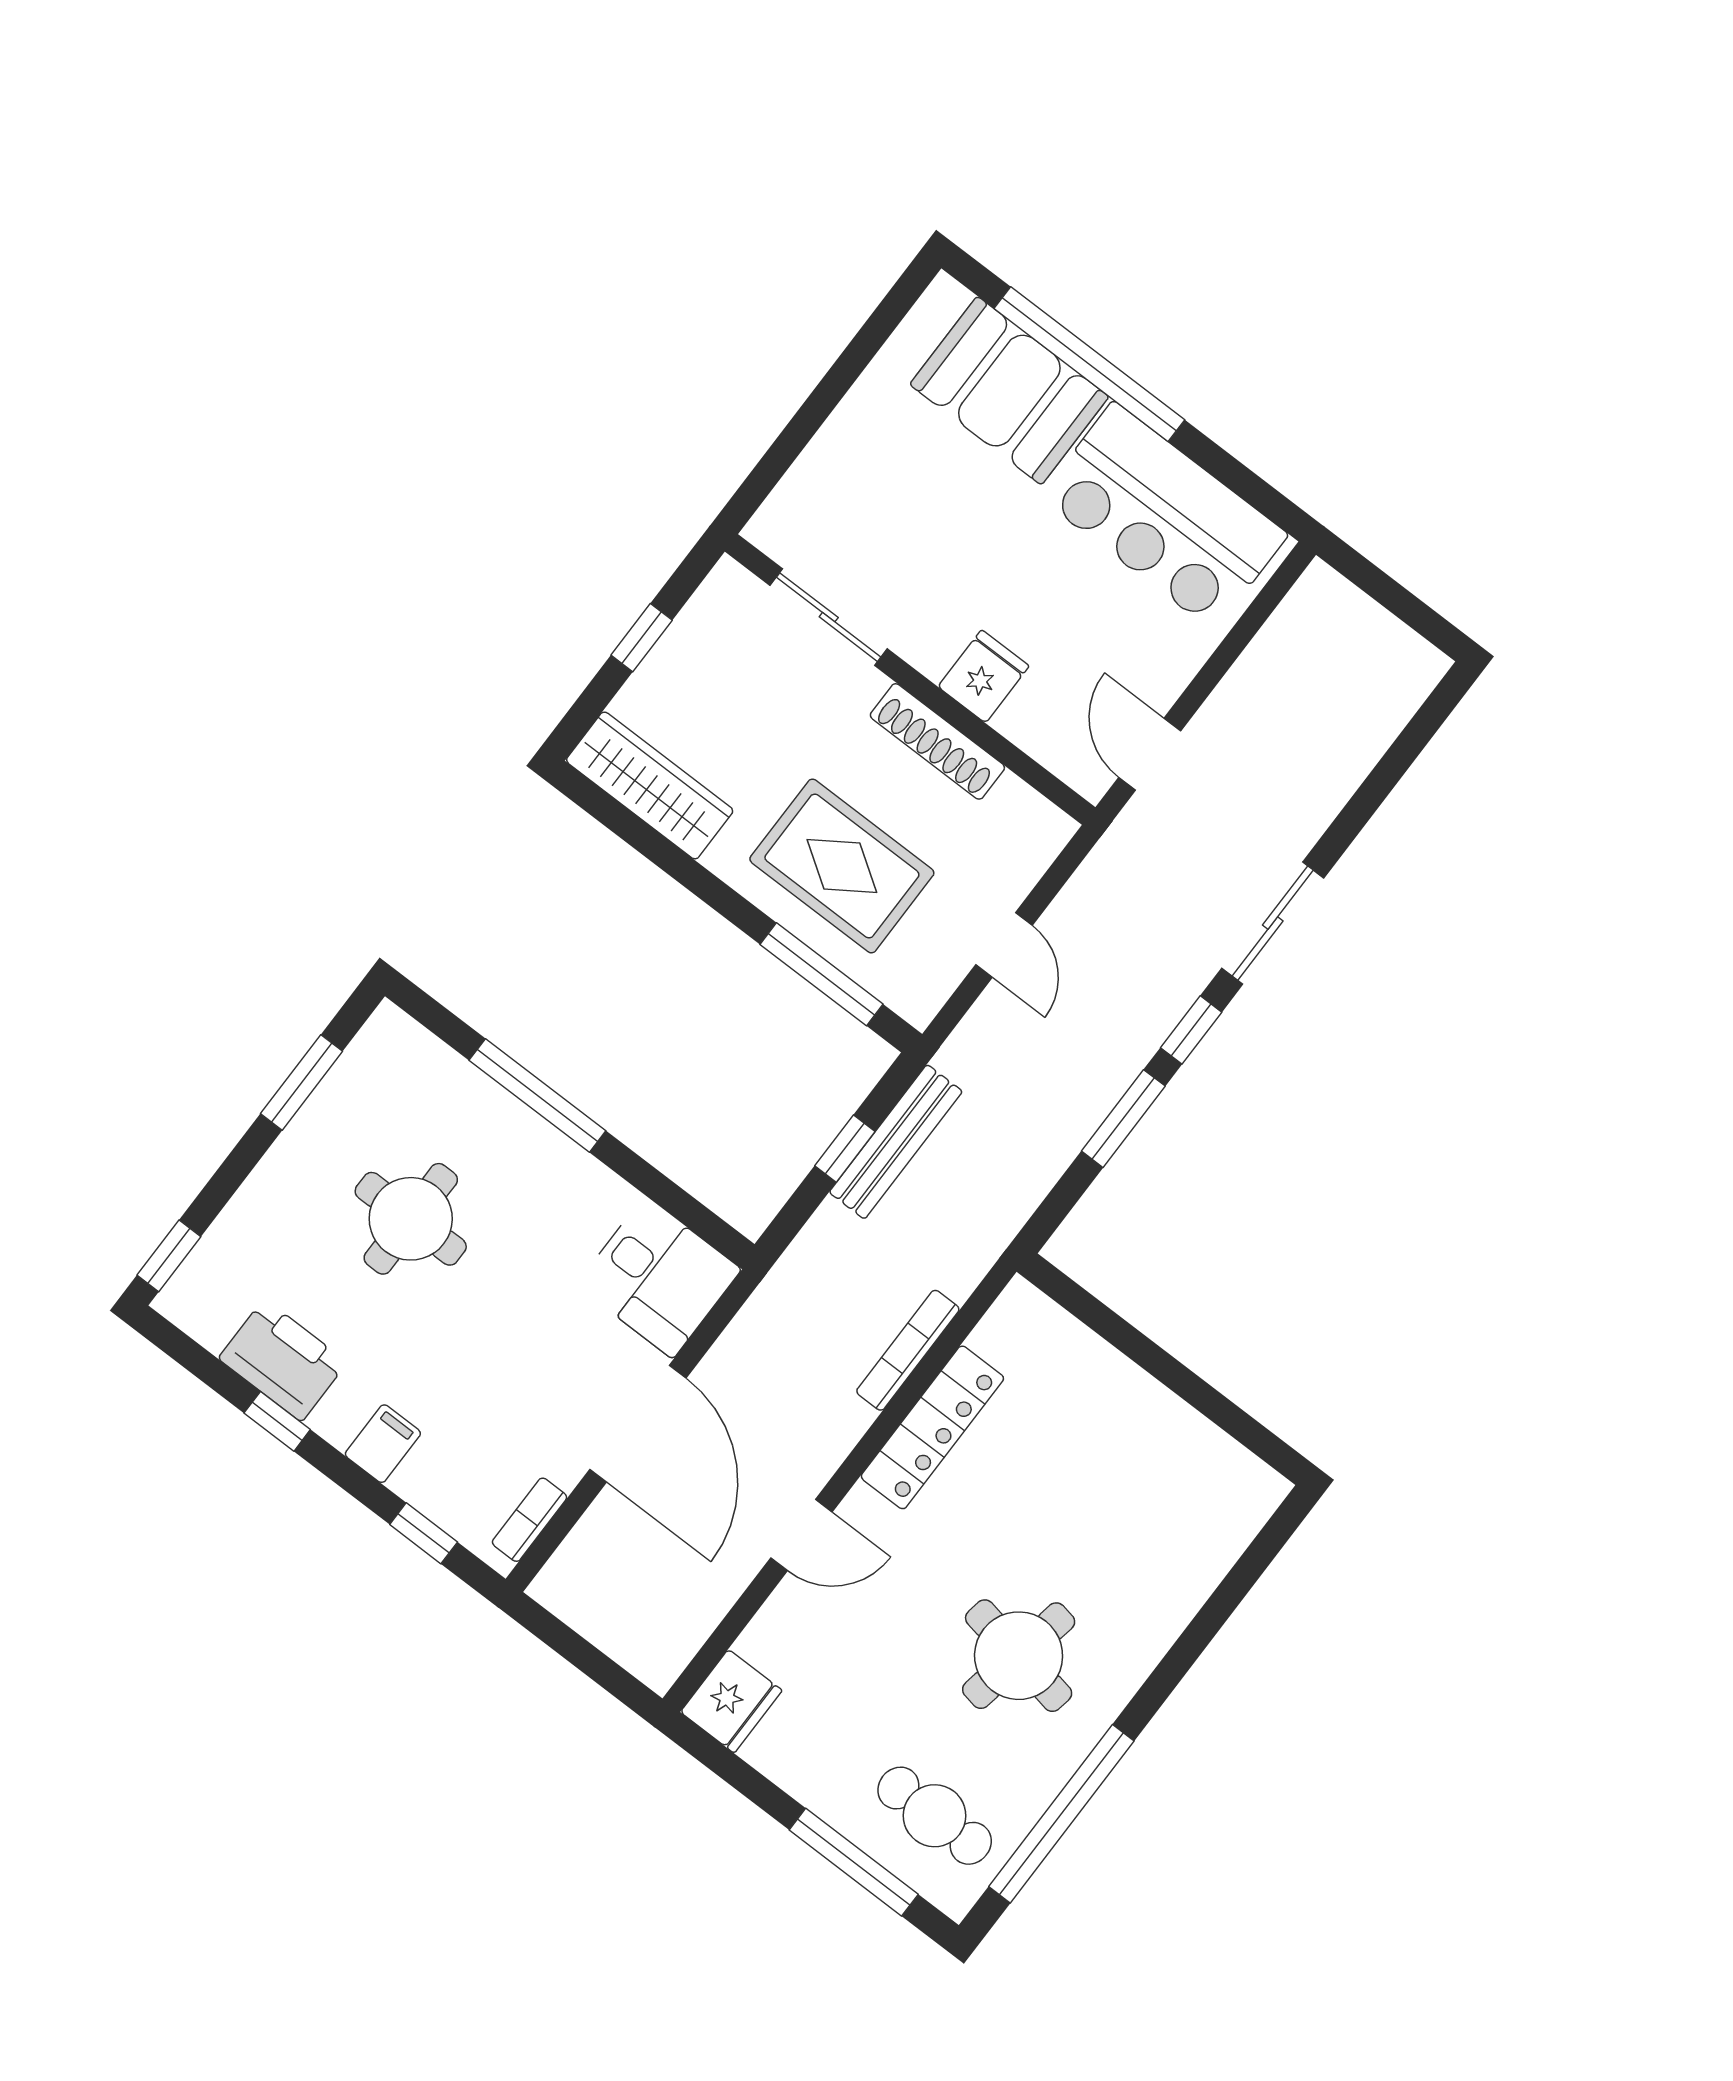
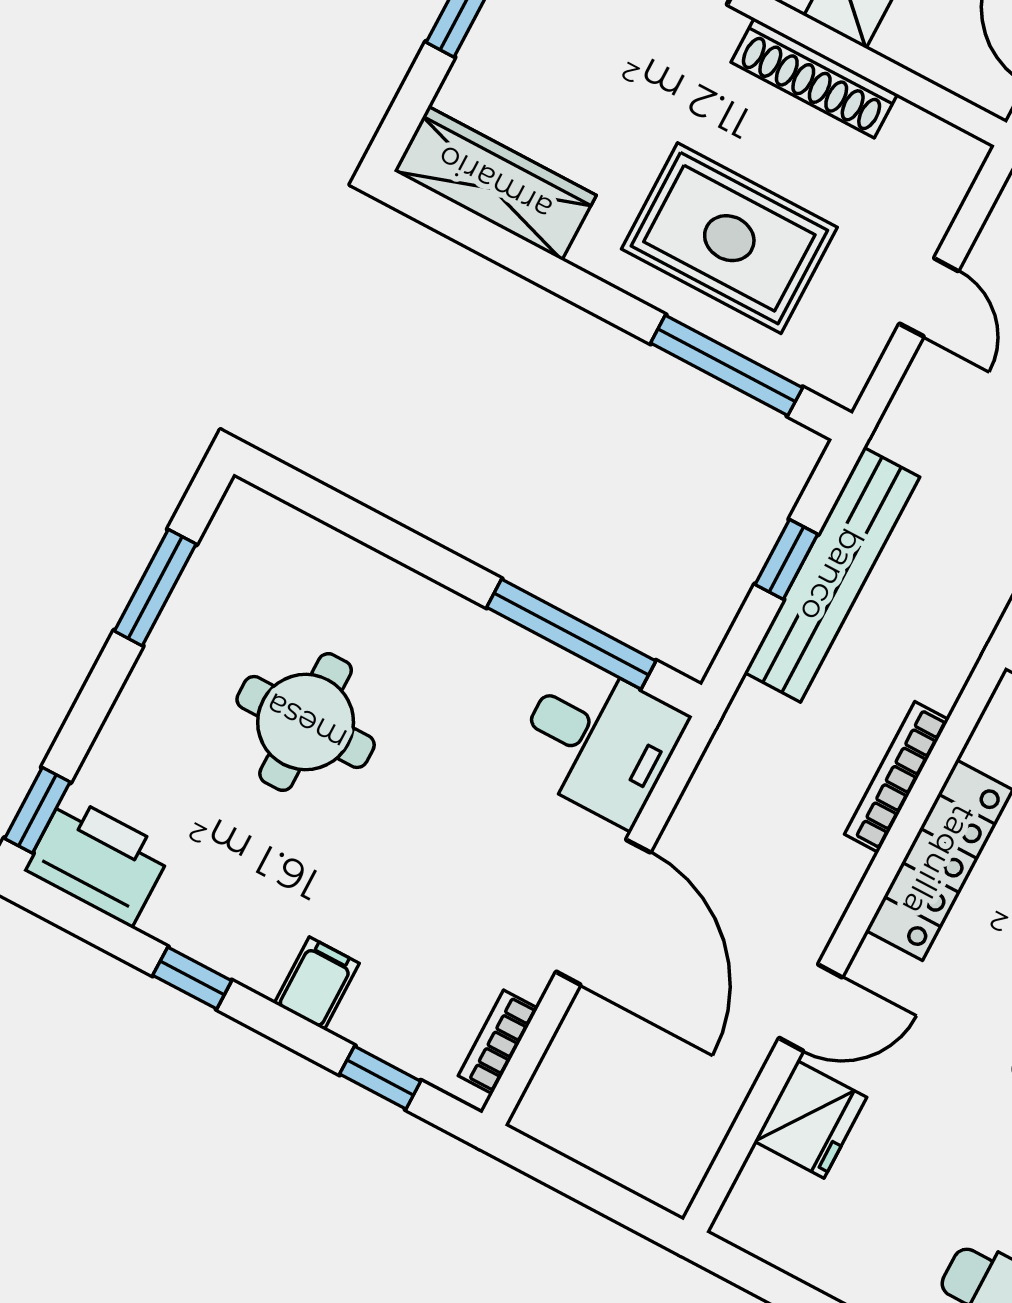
window: (537, 1095) -> (571, 634), moved
bench: (896, 1142) -> (832, 575), width x1.37, depth x1.21
printer: (283, 1360) -> (98, 860), moved
fridge: (731, 1701) -> (811, 1119), moved

